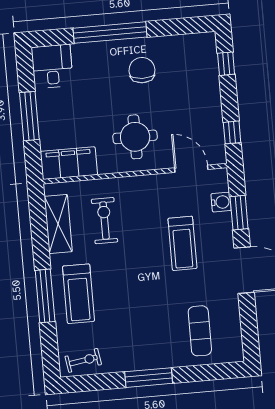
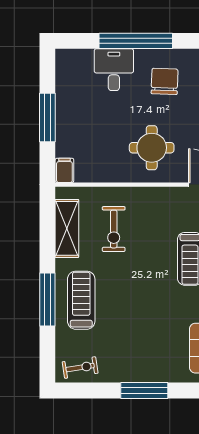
desk: (52, 66) -> (114, 70), moved
filing cabinet: (69, 163) -> (64, 170), width x0.33, depth x0.86
exercise bike: (104, 221) -> (114, 229), turned 180
treadmill: (79, 294) -> (81, 300), turned 180

